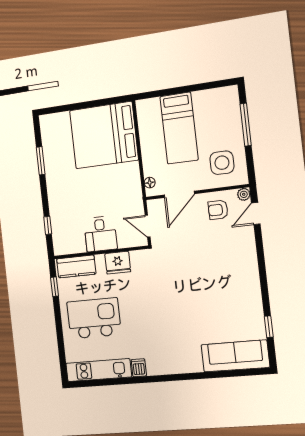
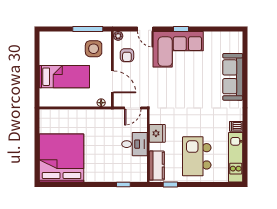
window: (246, 125) -> (88, 29), moved
bed: (104, 135) -> (62, 158), moved, turned 180
window: (41, 161) -> (74, 184), removed
door: (256, 214) -> (145, 29), moved
corner sofa: (235, 280) -> (178, 49), added
window: (269, 327) -> (181, 29), moved
sofa: (235, 356) -> (233, 77), moved

